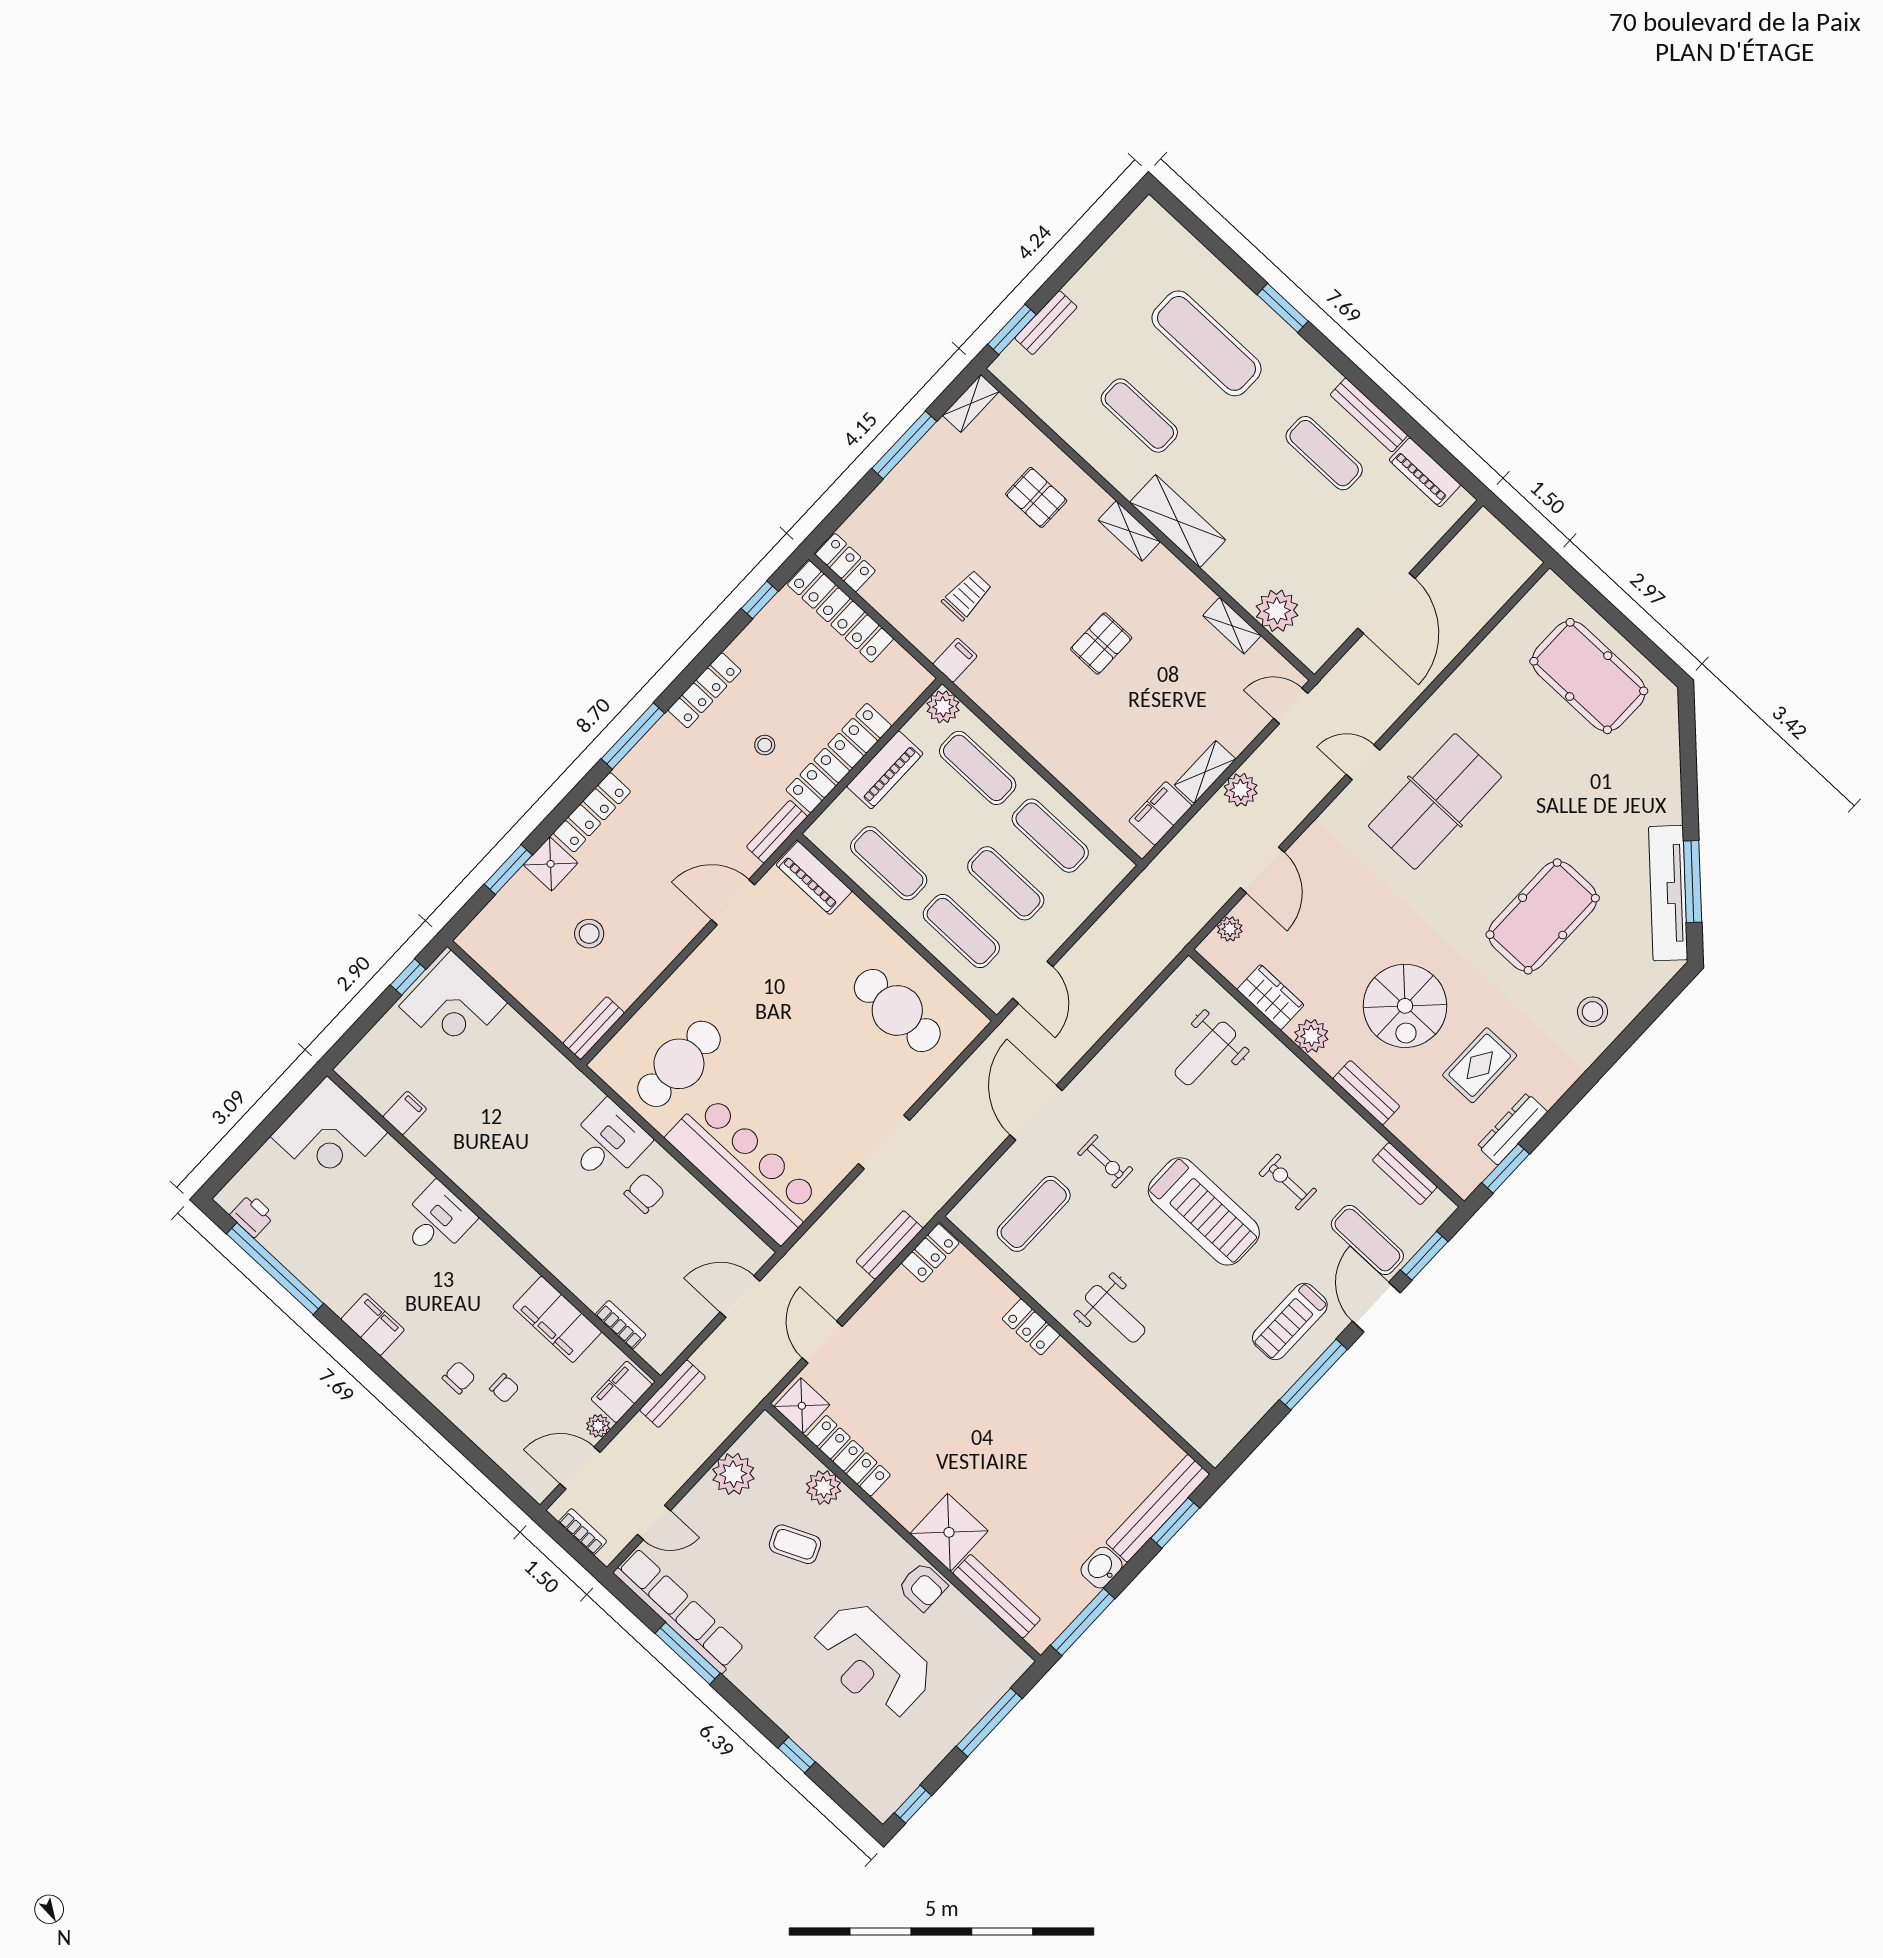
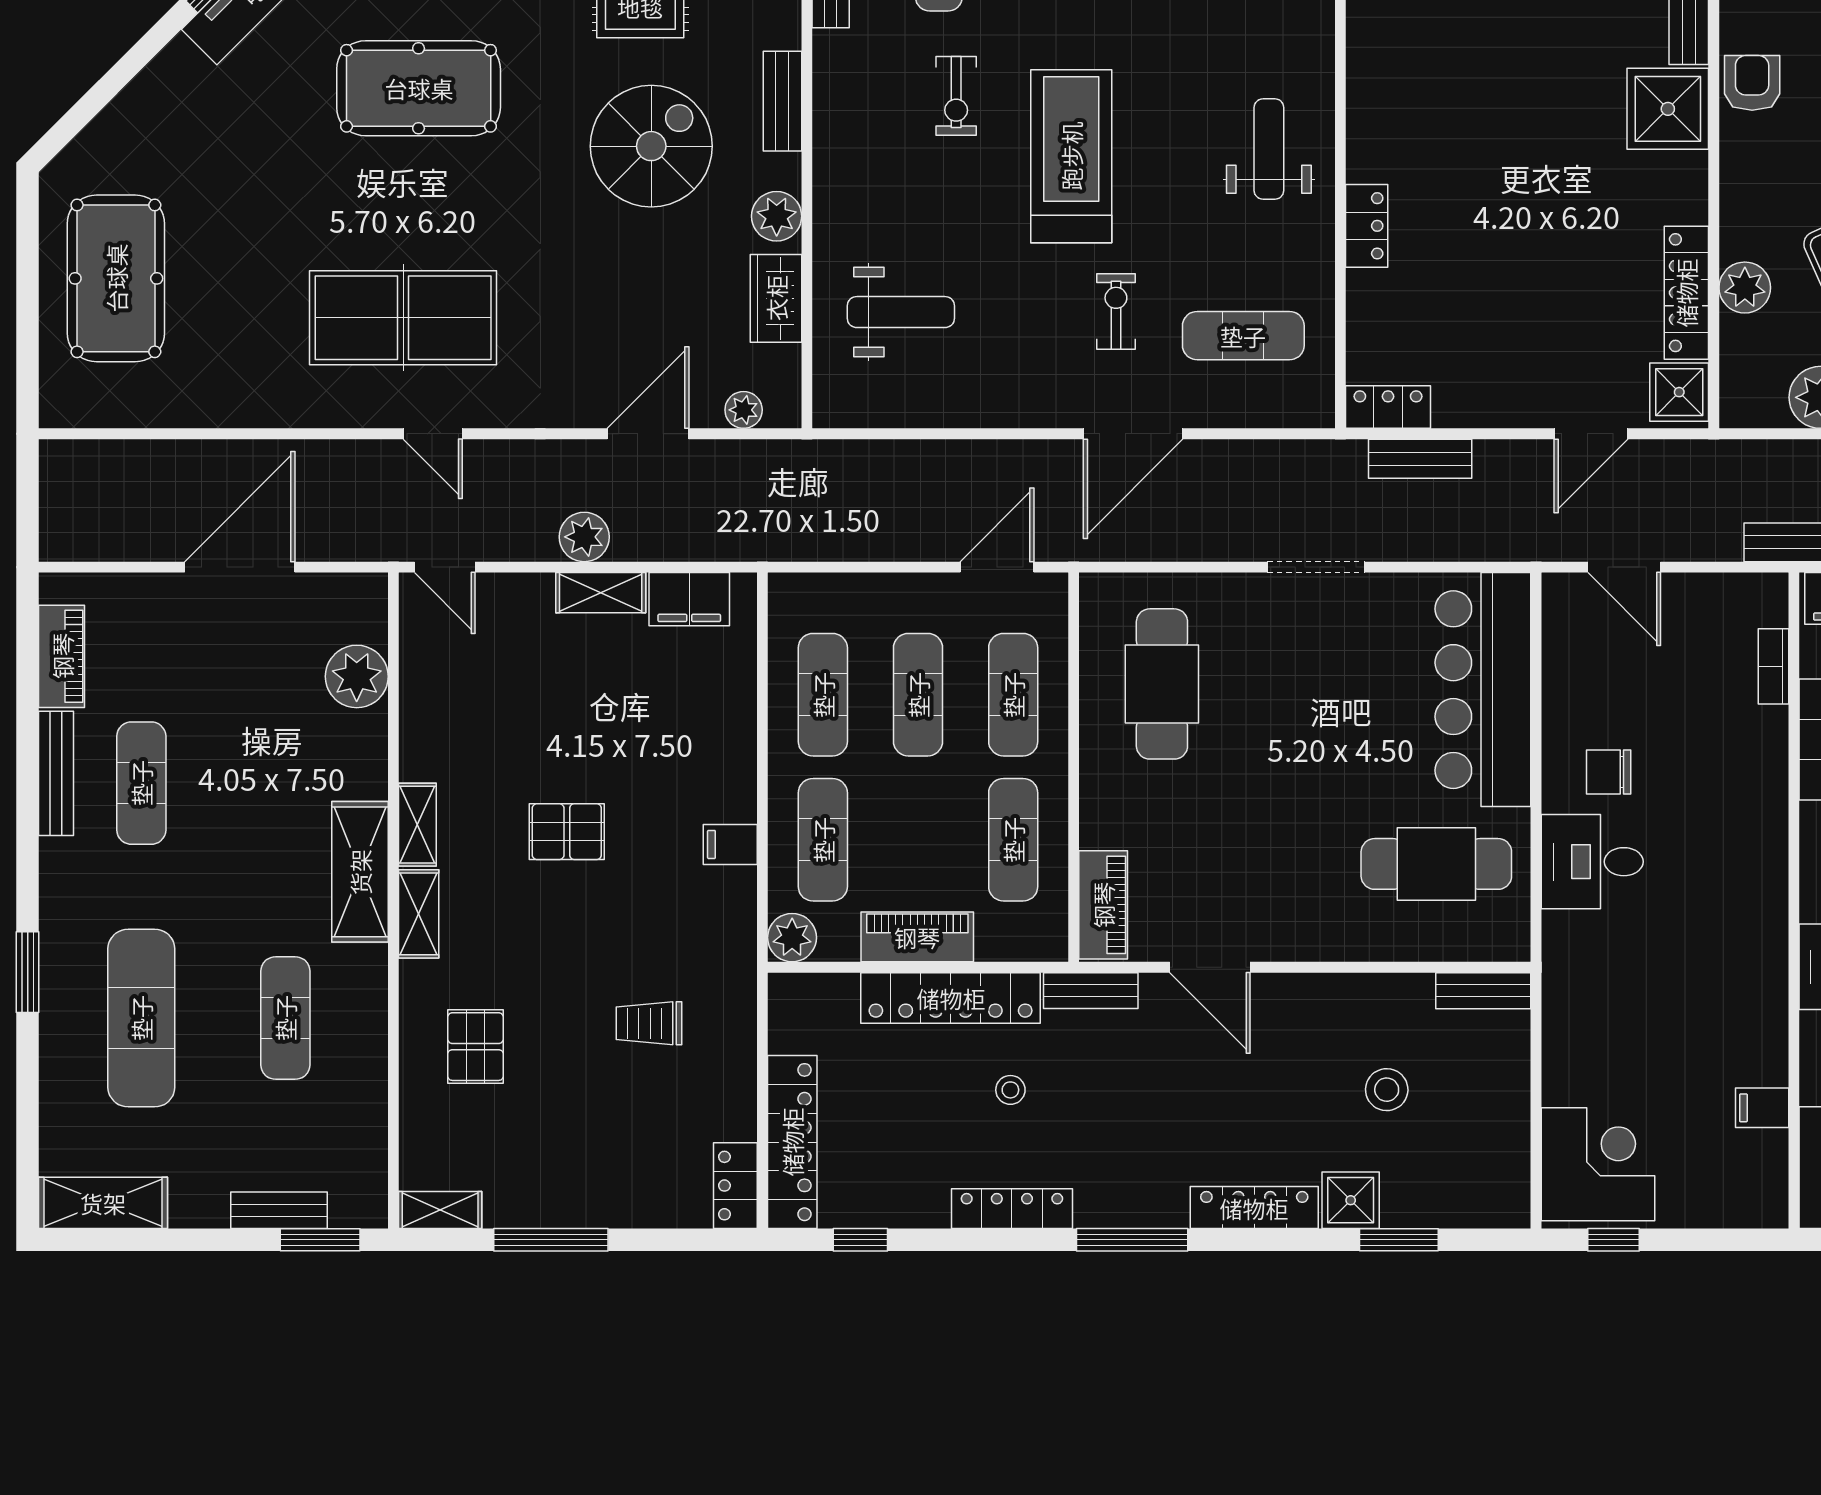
shelving: (1132, 238) -> (103, 1203), added
shelving: (1232, 626) -> (417, 825), moved
filing cabinet: (955, 660) -> (730, 844), moved

